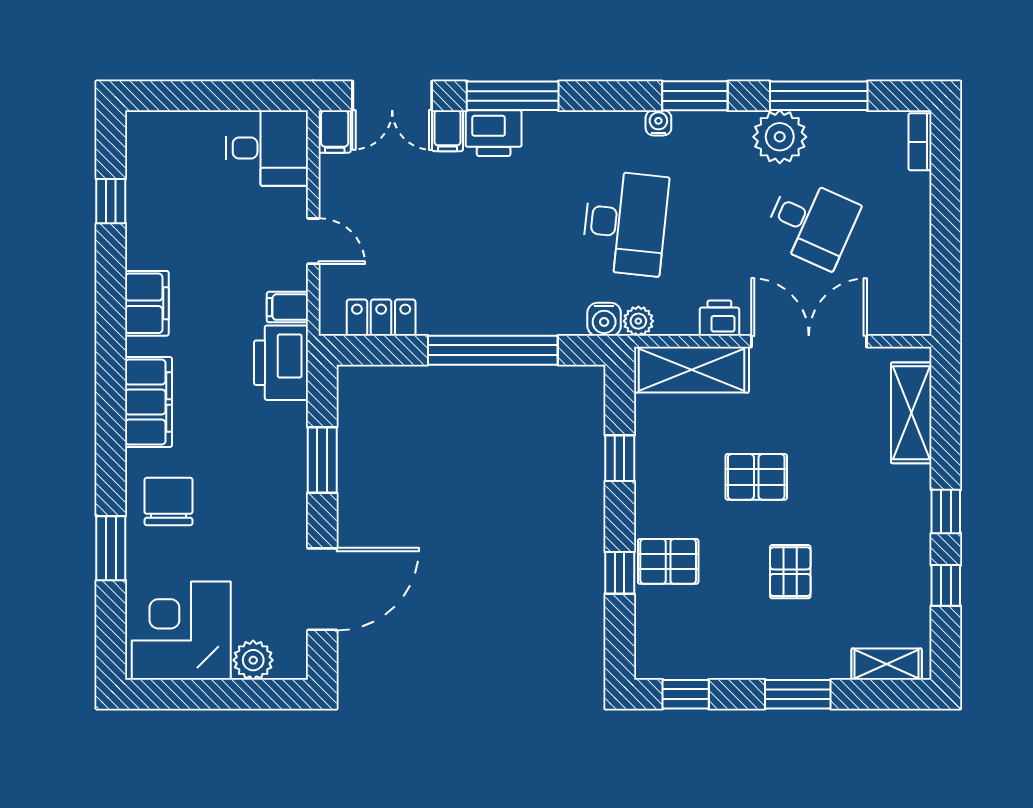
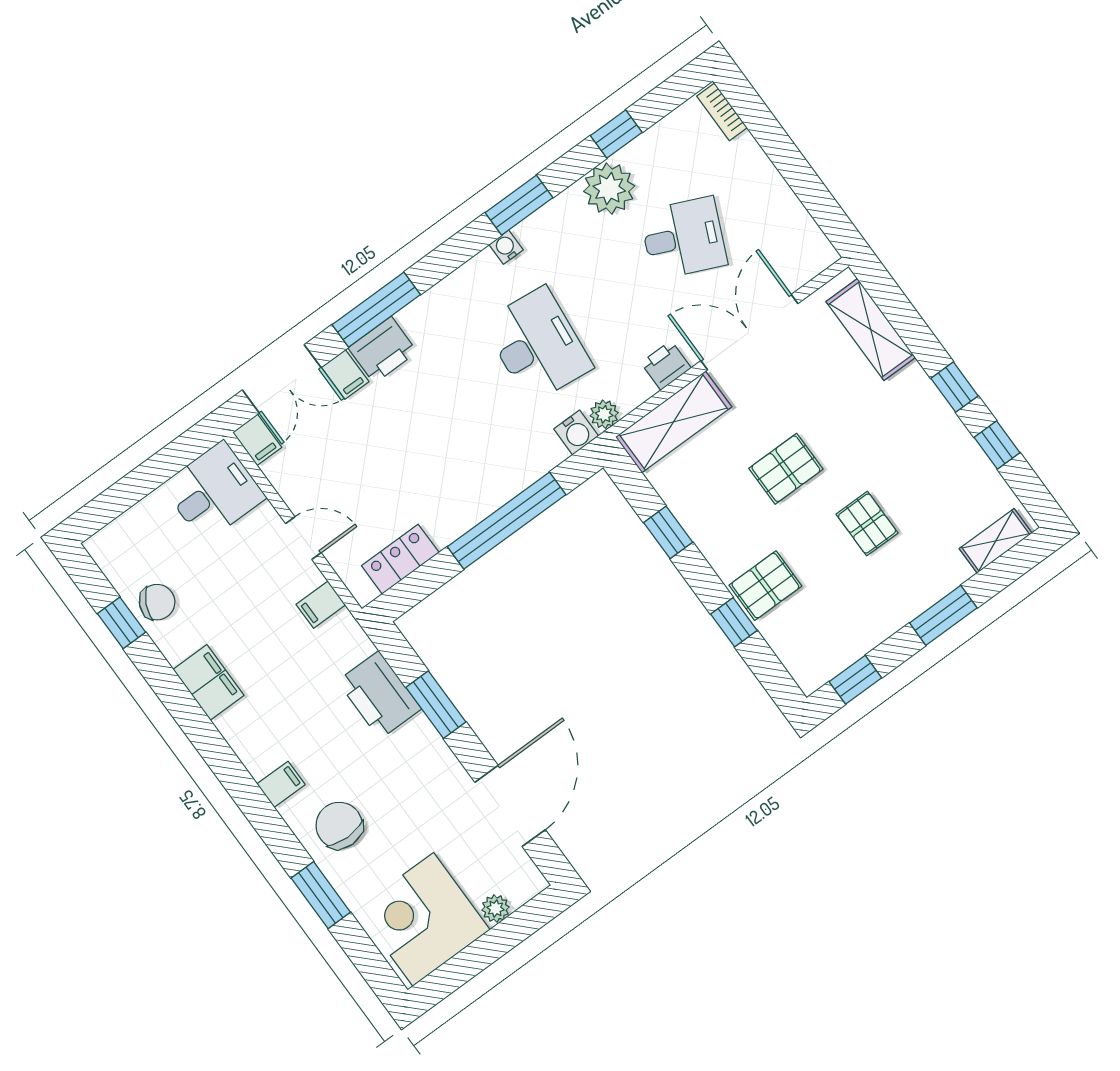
window: (819, 96) -> (616, 134), width x0.46
chair: (153, 205) -> (157, 602), added
printer: (281, 363) -> (379, 695), moved
filing cabinet: (149, 402) -> (281, 784), width x0.33, depth x0.86
plant: (253, 660) -> (496, 909), width x0.73, depth x0.73

